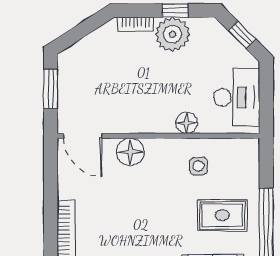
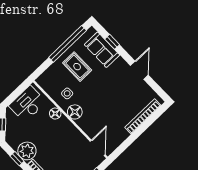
floor lamp: (130, 152) -> (75, 112), moved

